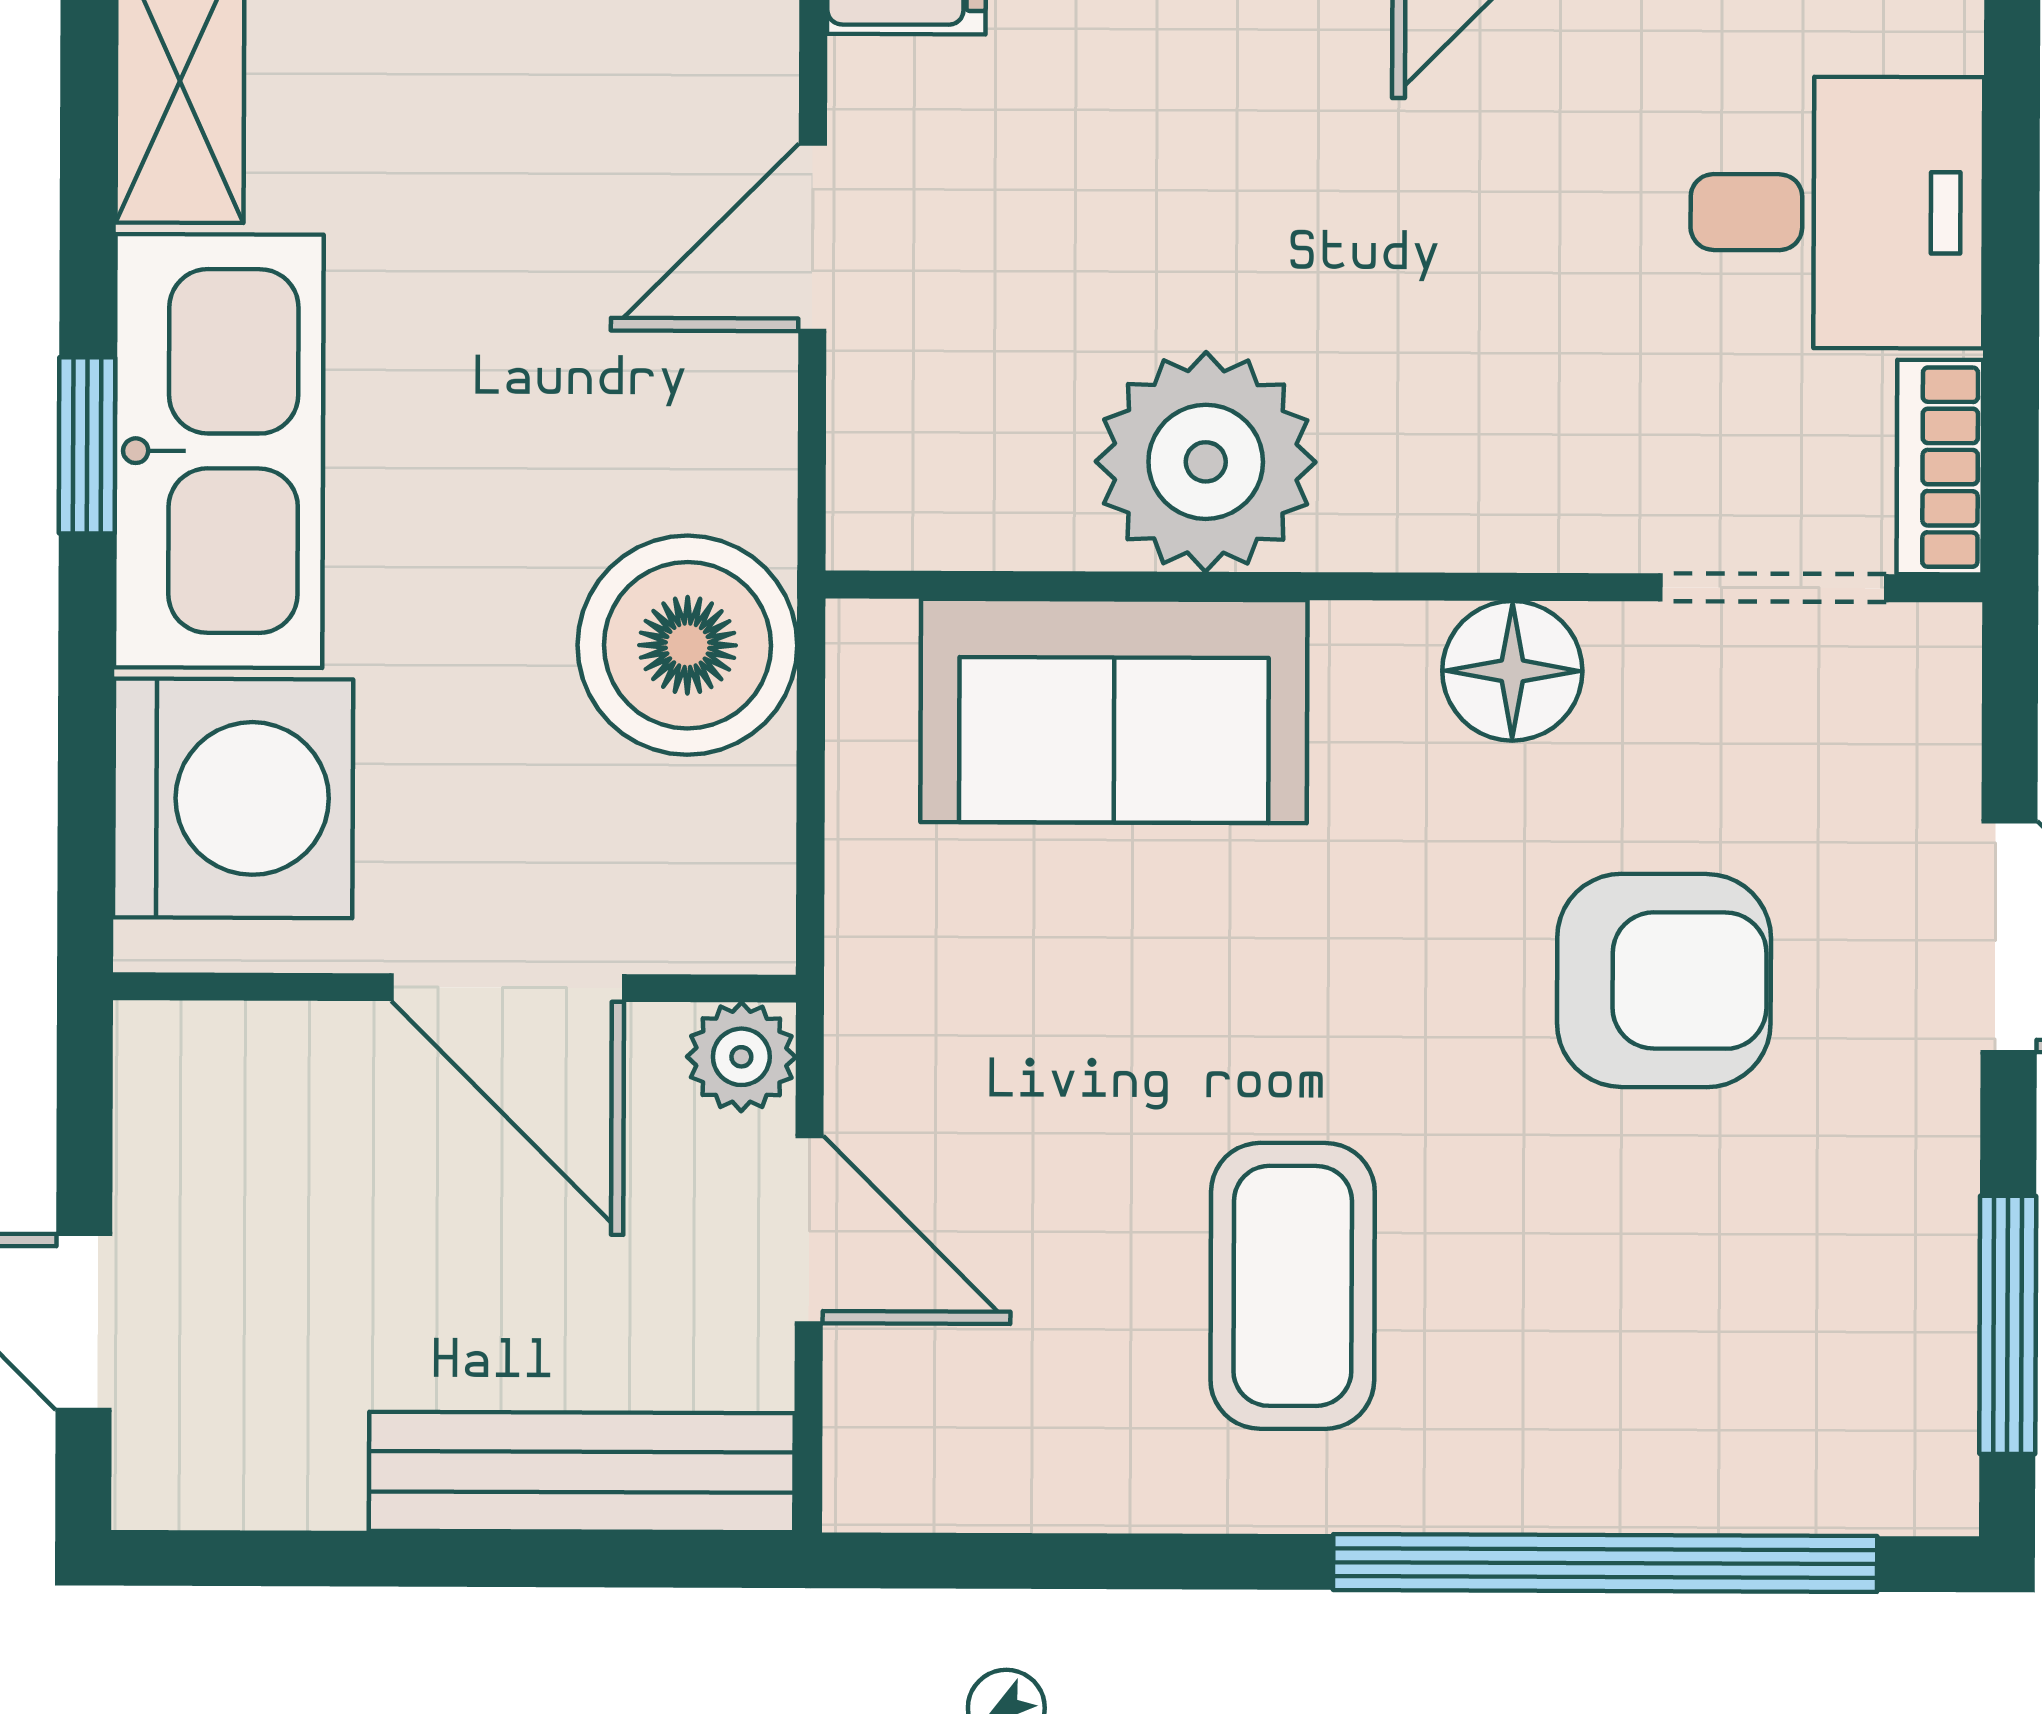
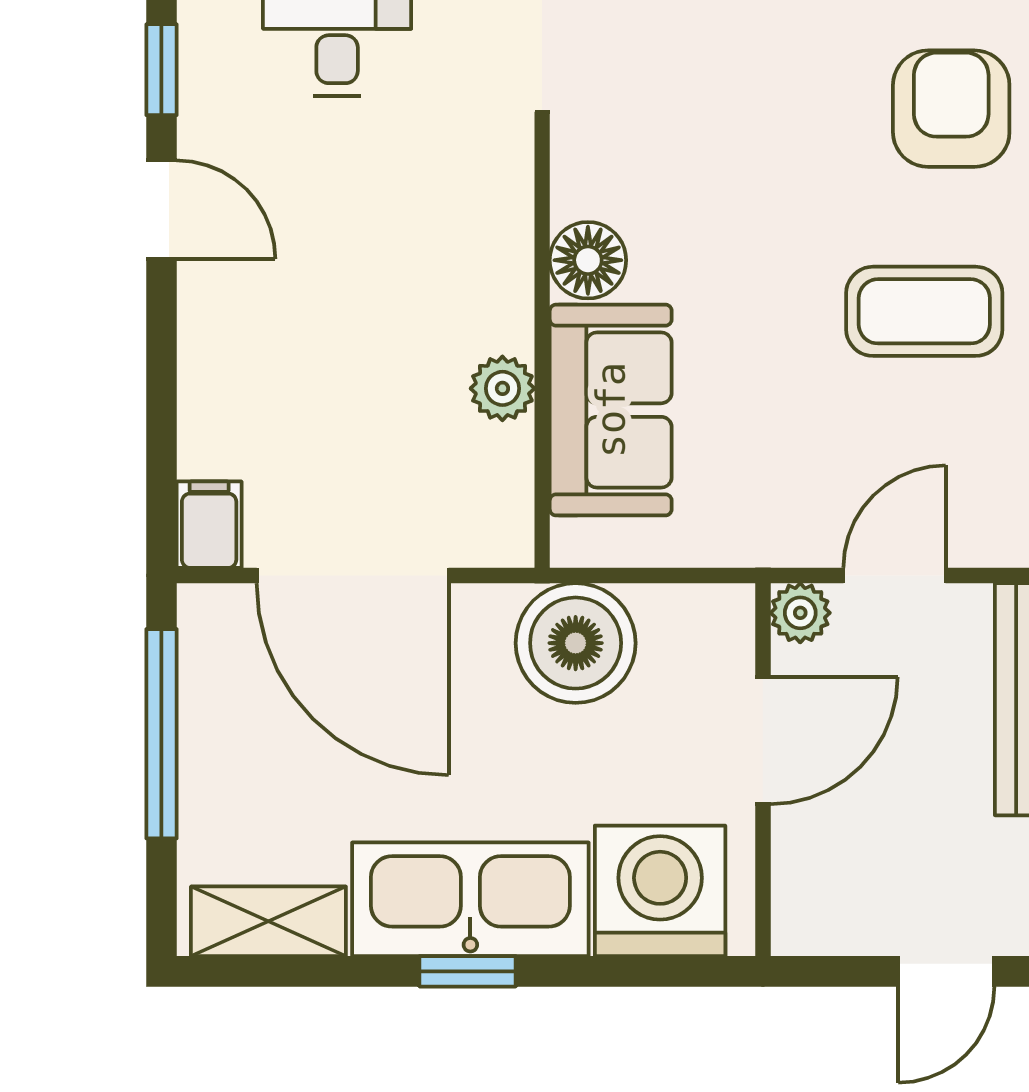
door: (813, 237) -> (353, 575), width x1.87
plant: (1206, 462) -> (502, 388), width x0.53, depth x0.53
floor lamp: (1512, 671) -> (588, 260), moved
armchair: (1664, 980) -> (951, 109), moved

